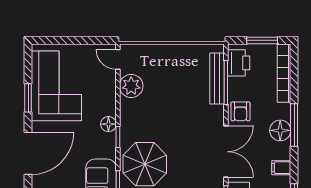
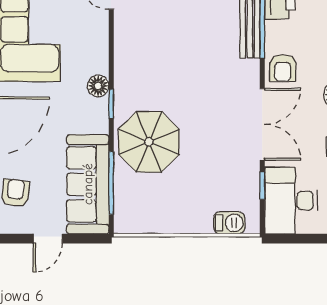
plant: (131, 86) -> (130, 33), removed

